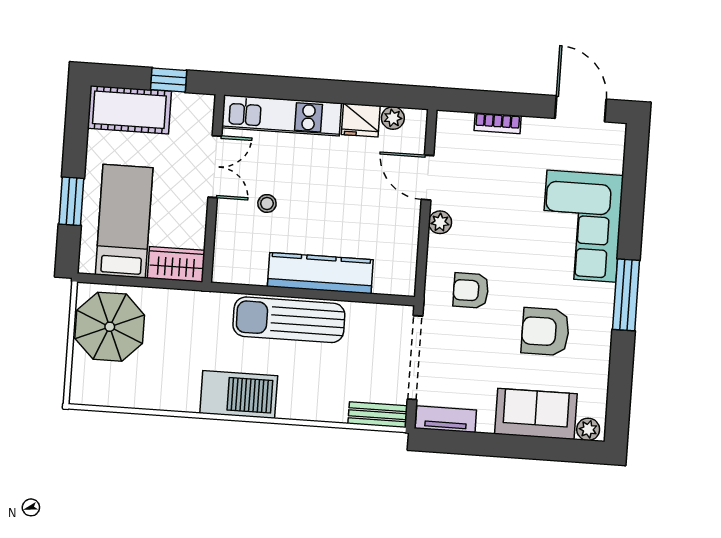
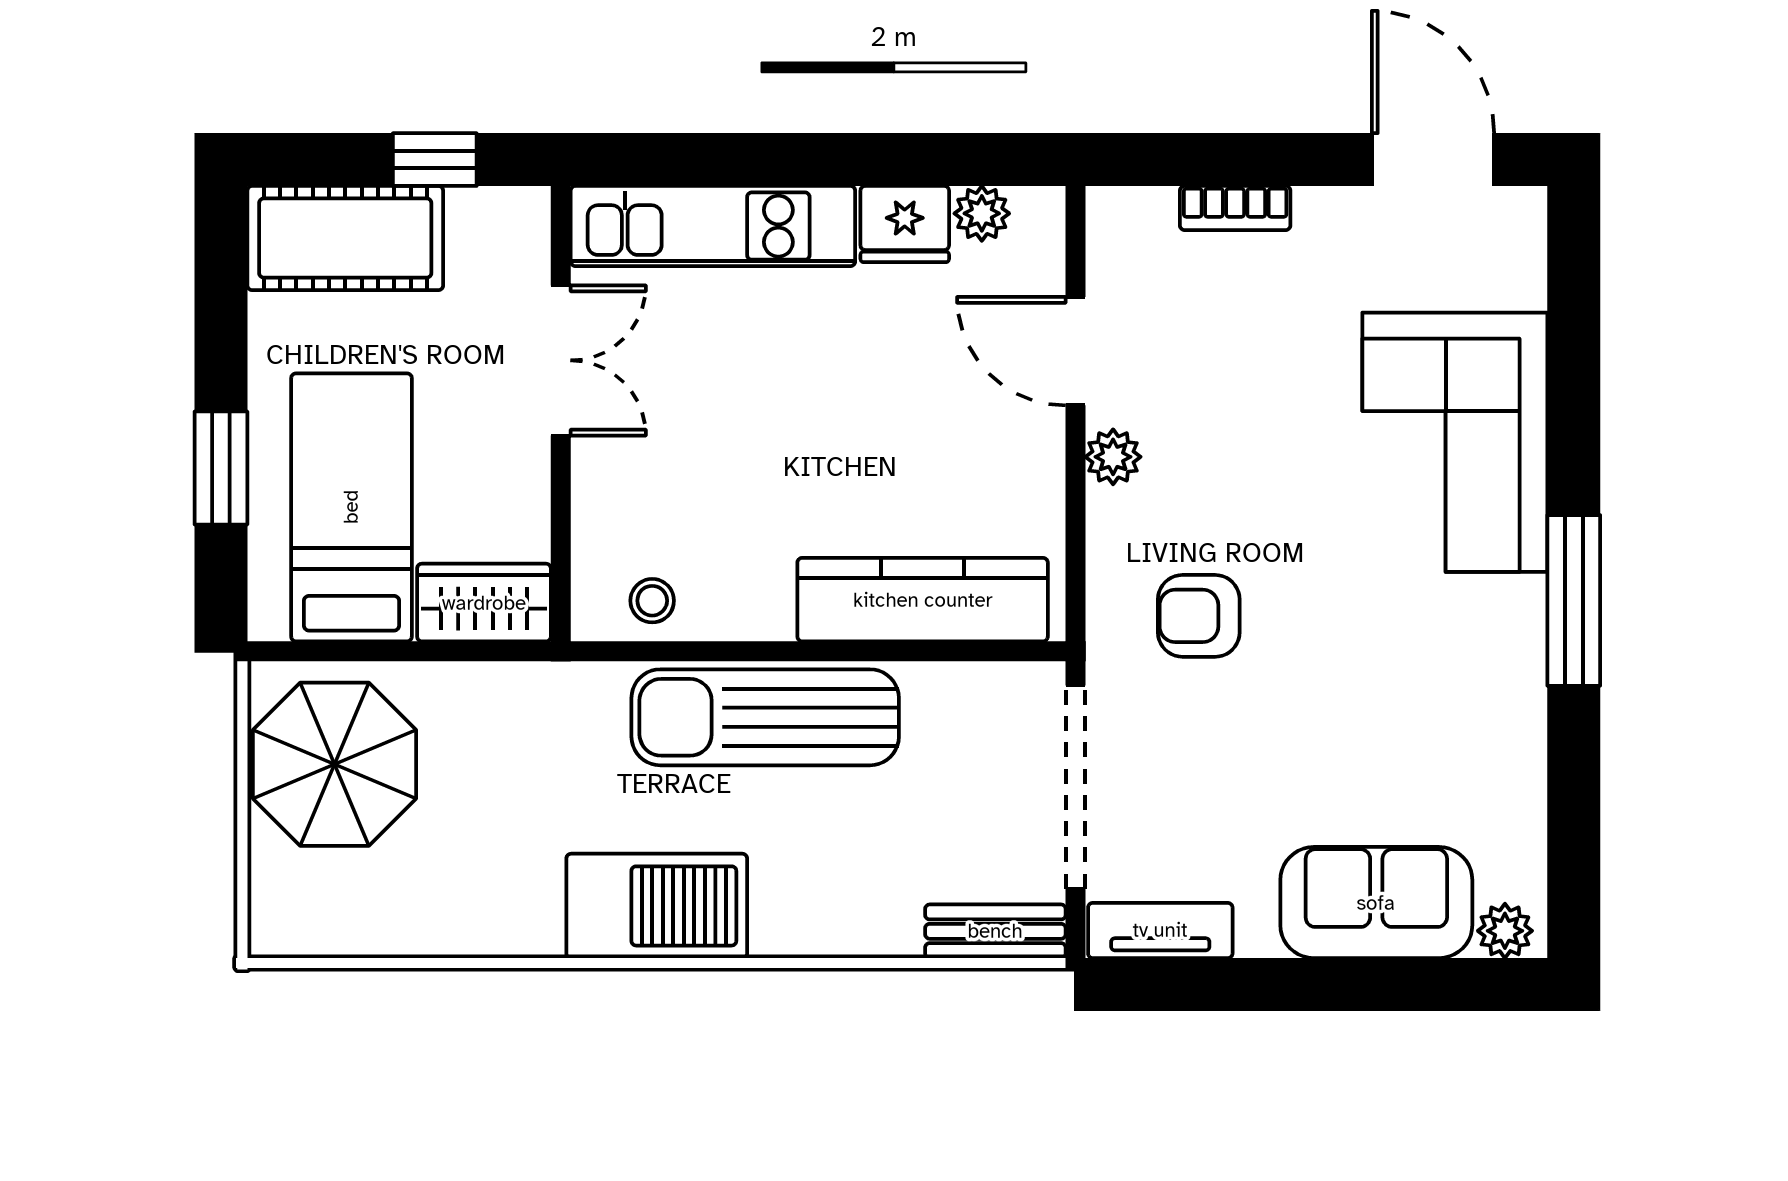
stool: (267, 203) -> (652, 601), moved
kitchen counter: (320, 273) -> (923, 600), moved
armchair: (545, 332) -> (1385, 702), removed

